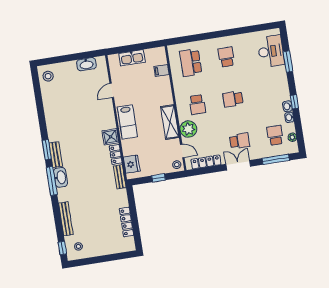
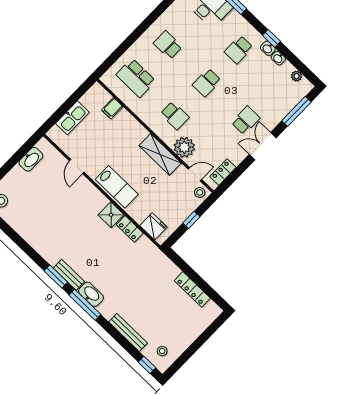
school desk: (275, 135) -> (239, 50), moved, turned -90
locker: (206, 162) -> (223, 172), width x0.66
bench: (120, 177) -> (151, 248), removed

